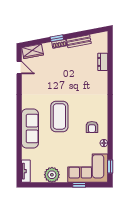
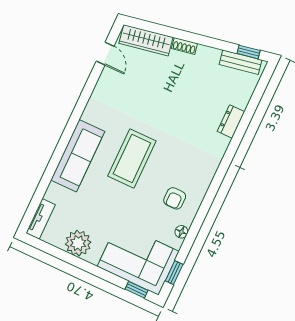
window: (57, 38) -> (249, 52), moved
bench: (79, 41) -> (240, 62), moved
wardrobe: (33, 51) -> (146, 40), width x1.50
dresser: (103, 62) -> (231, 121), moved
window: (79, 185) -> (136, 290), moved

